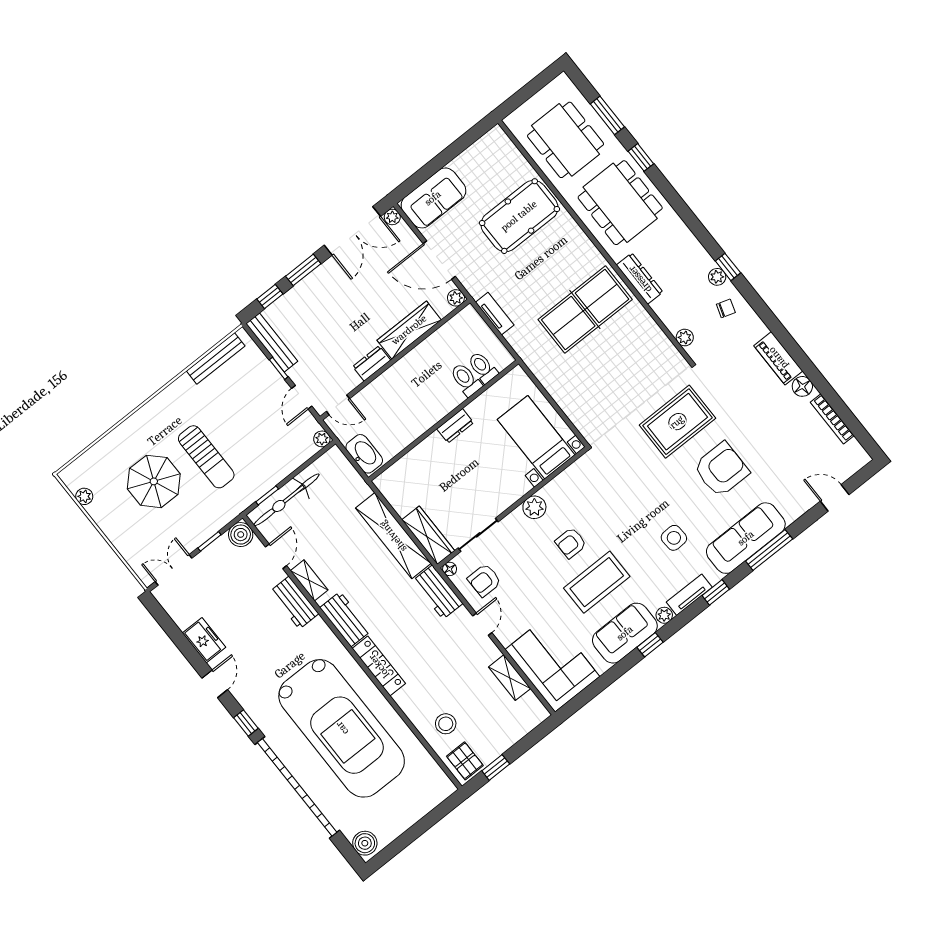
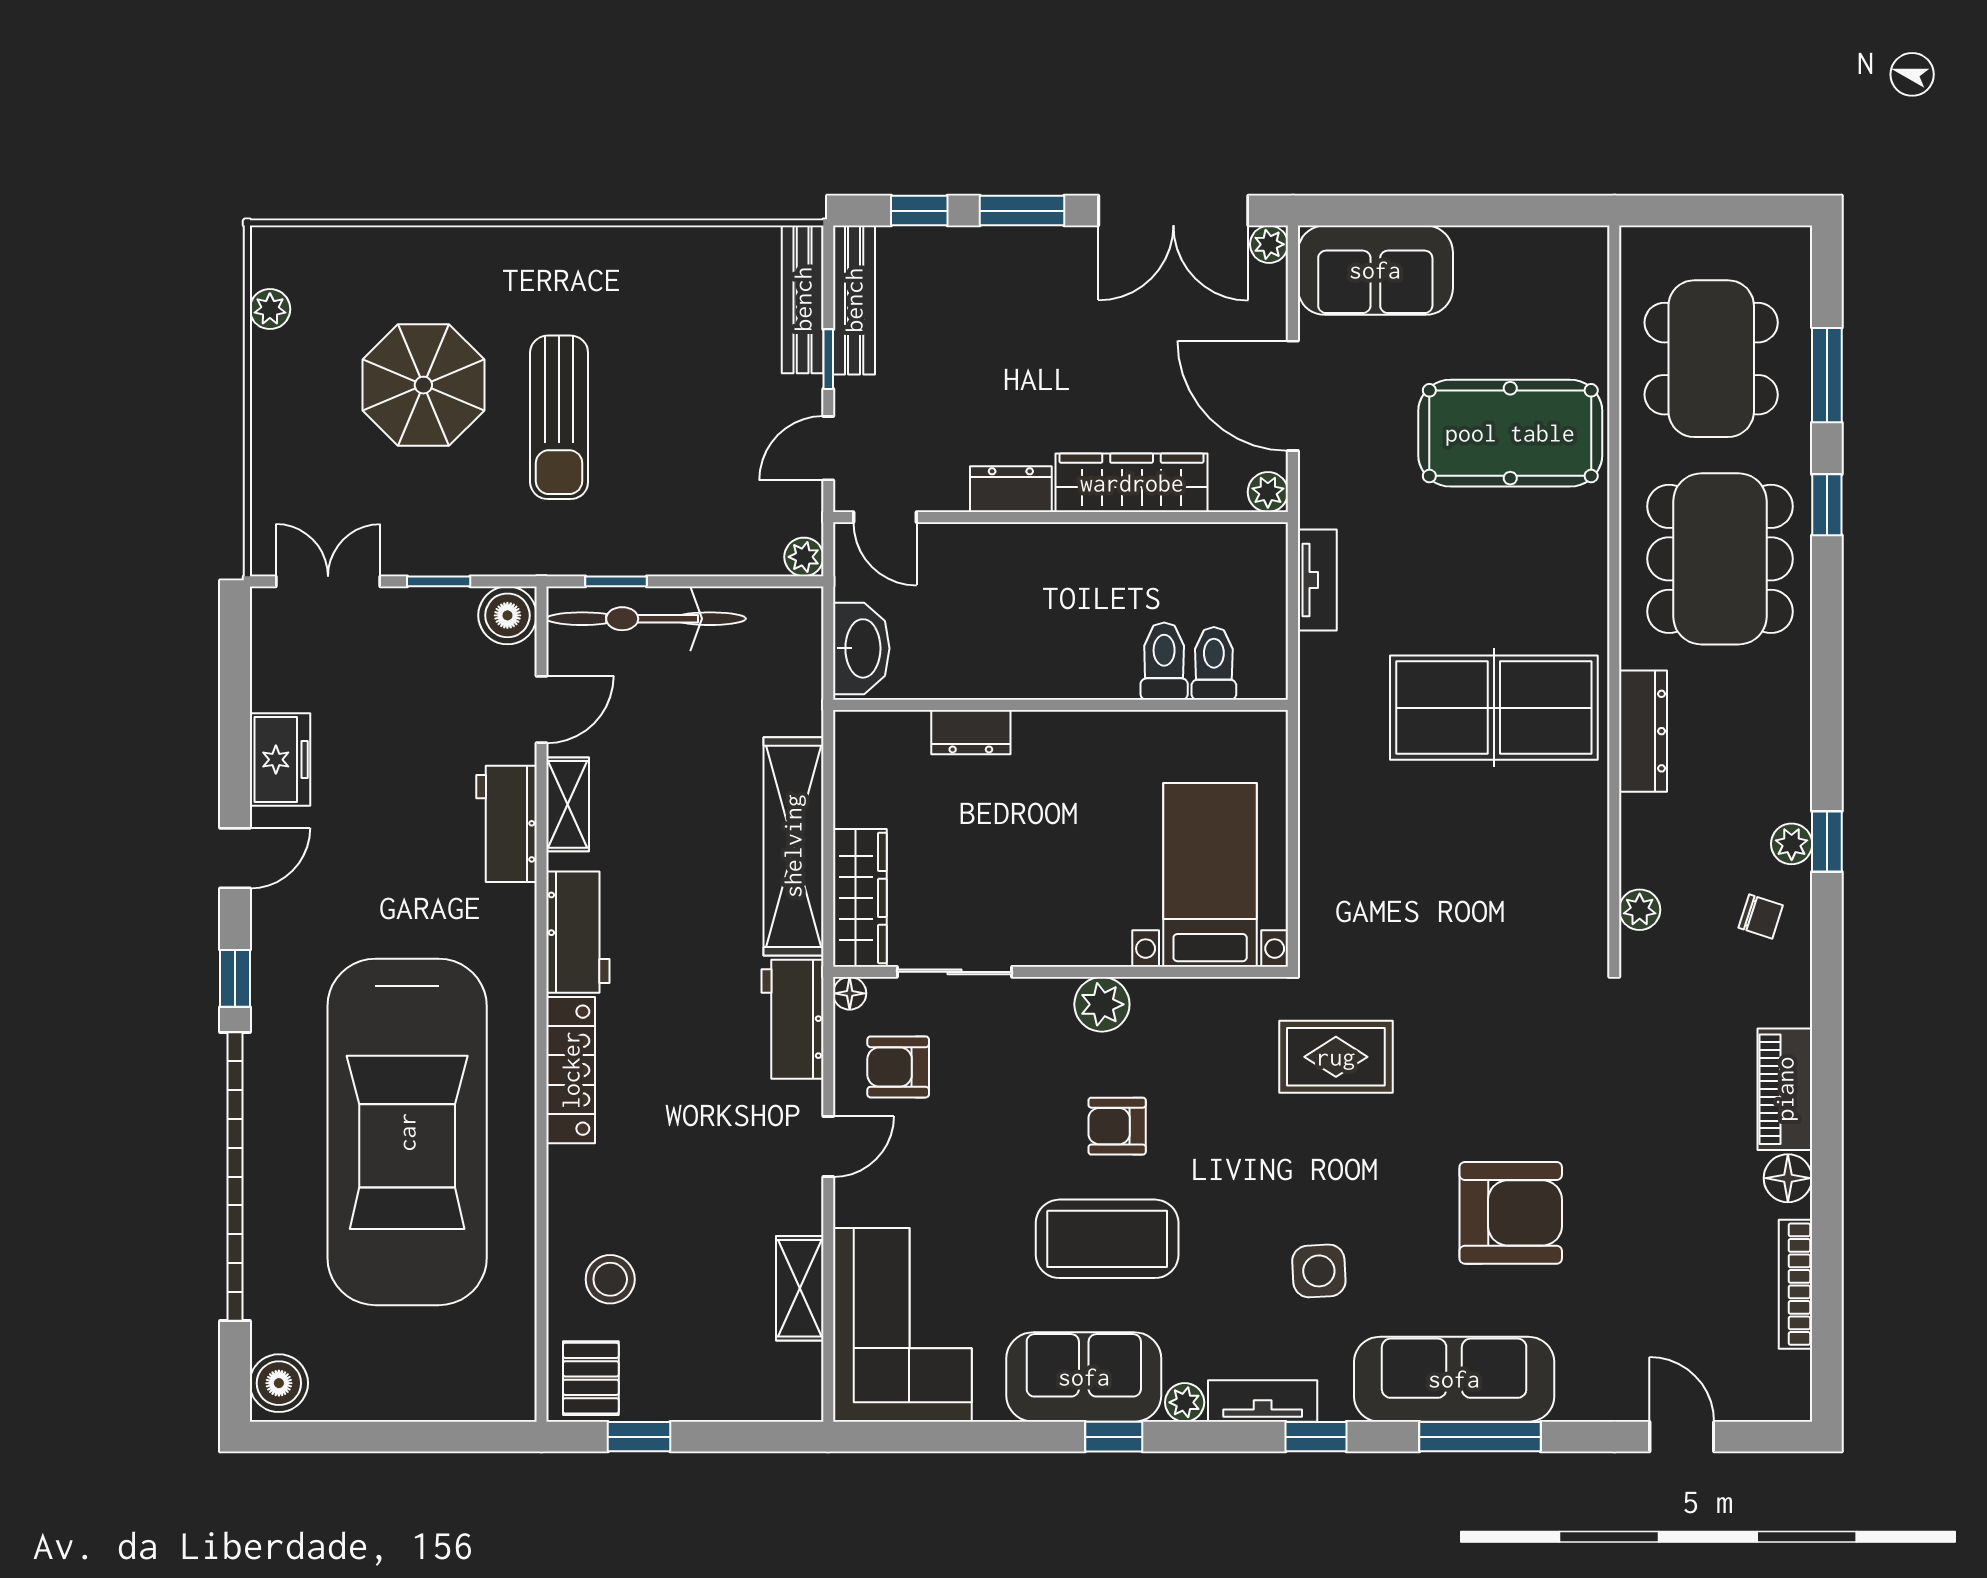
bench: (216, 358) -> (803, 299), moved, turned 90
rug: (677, 422) -> (1336, 1057), moved, width x0.73, depth x0.70
dresser: (455, 426) -> (971, 732), moved

